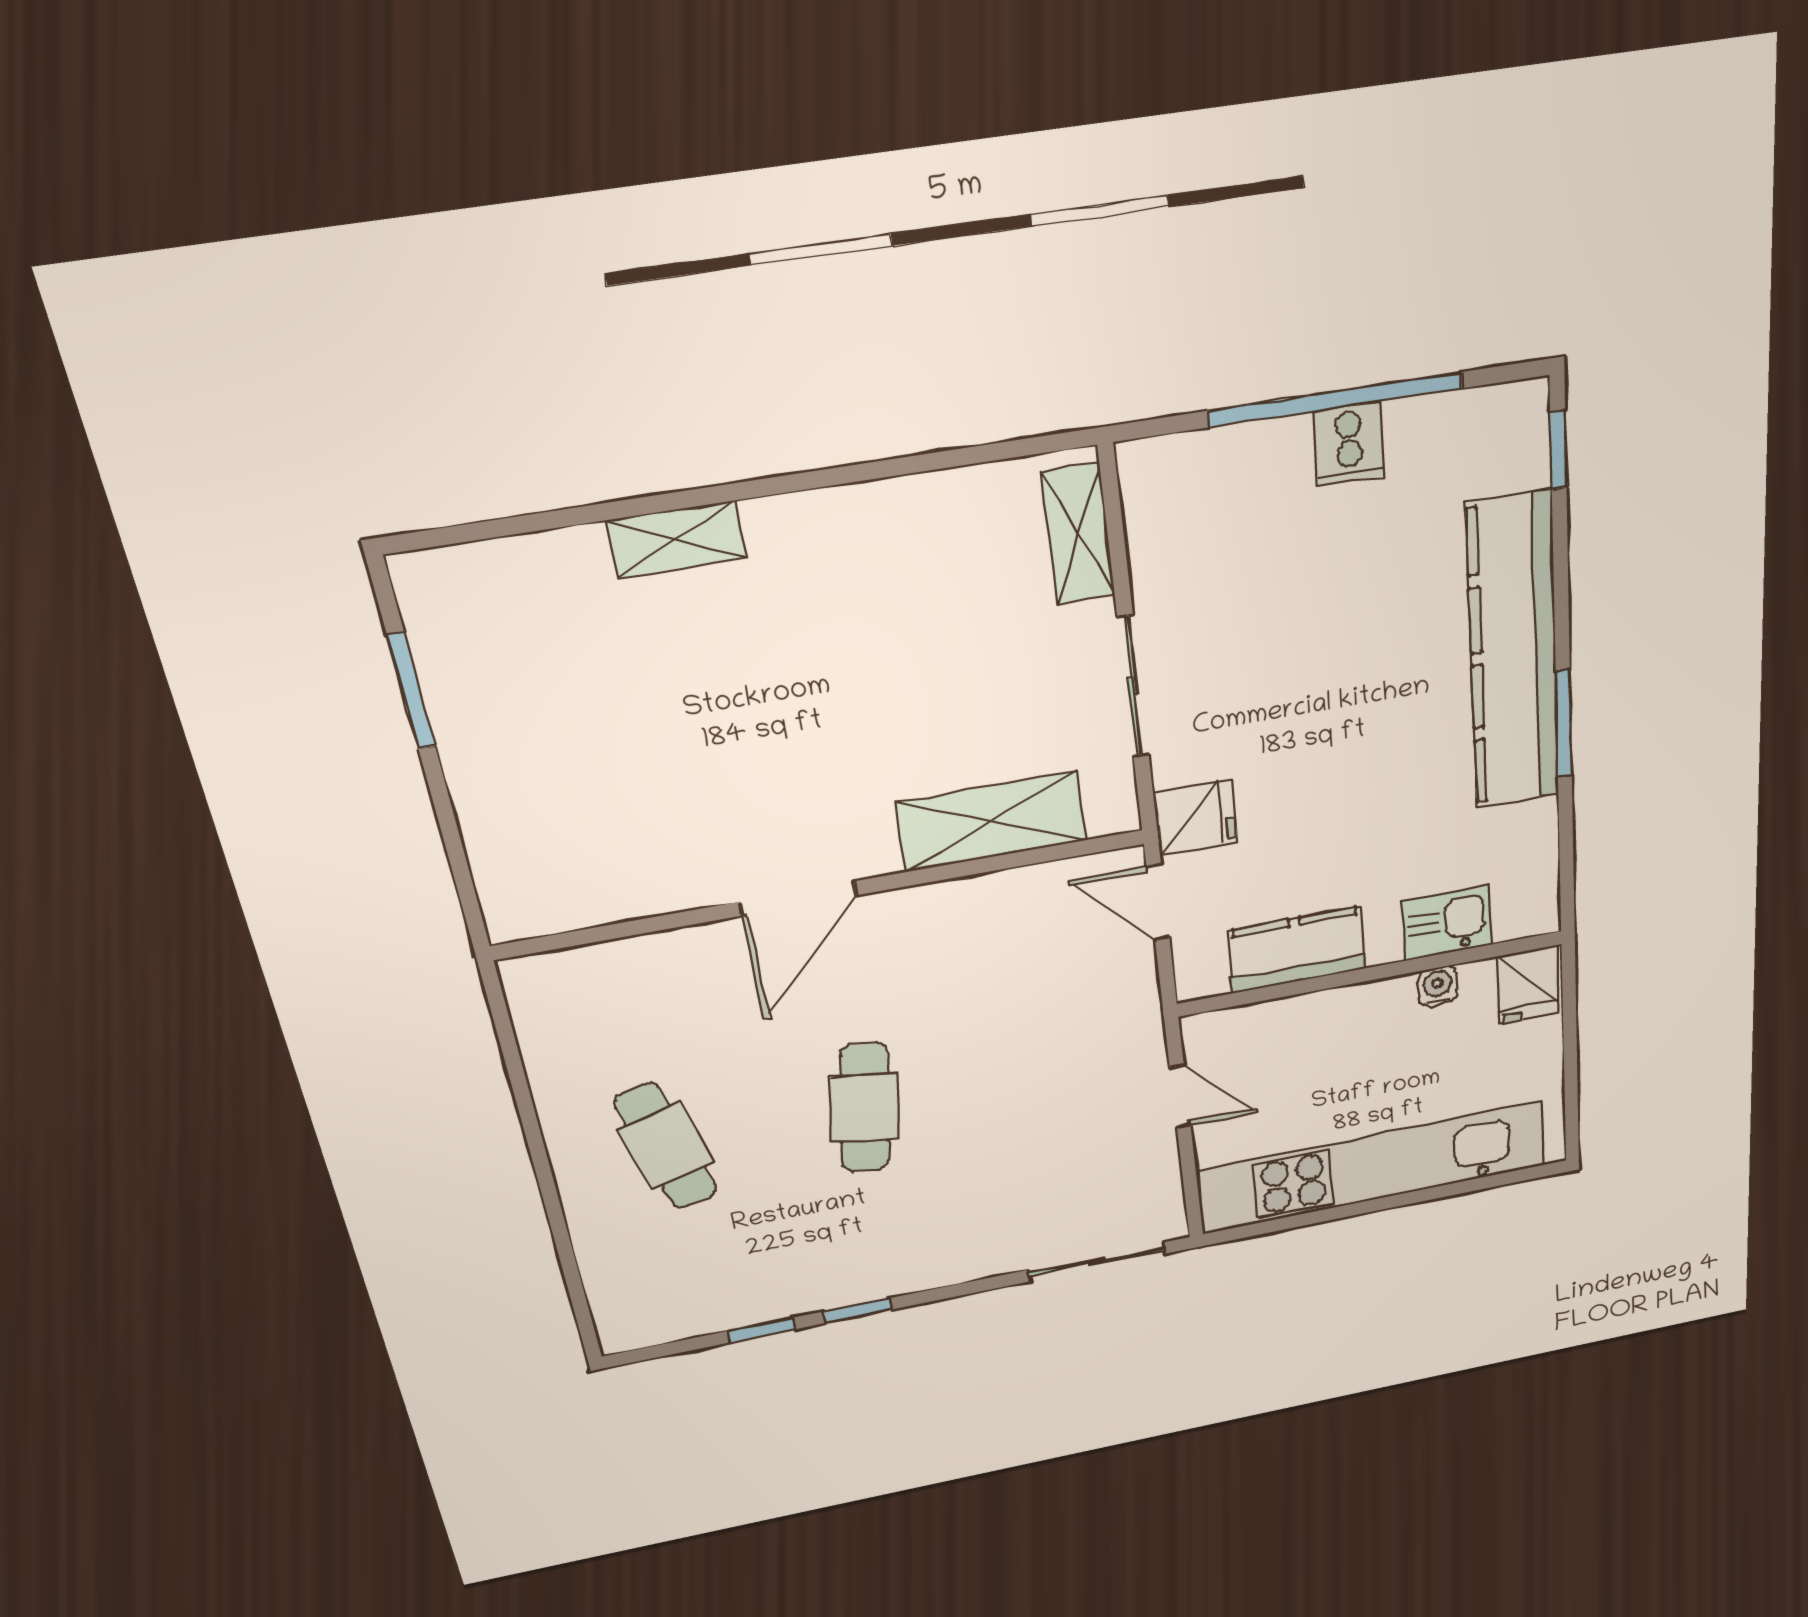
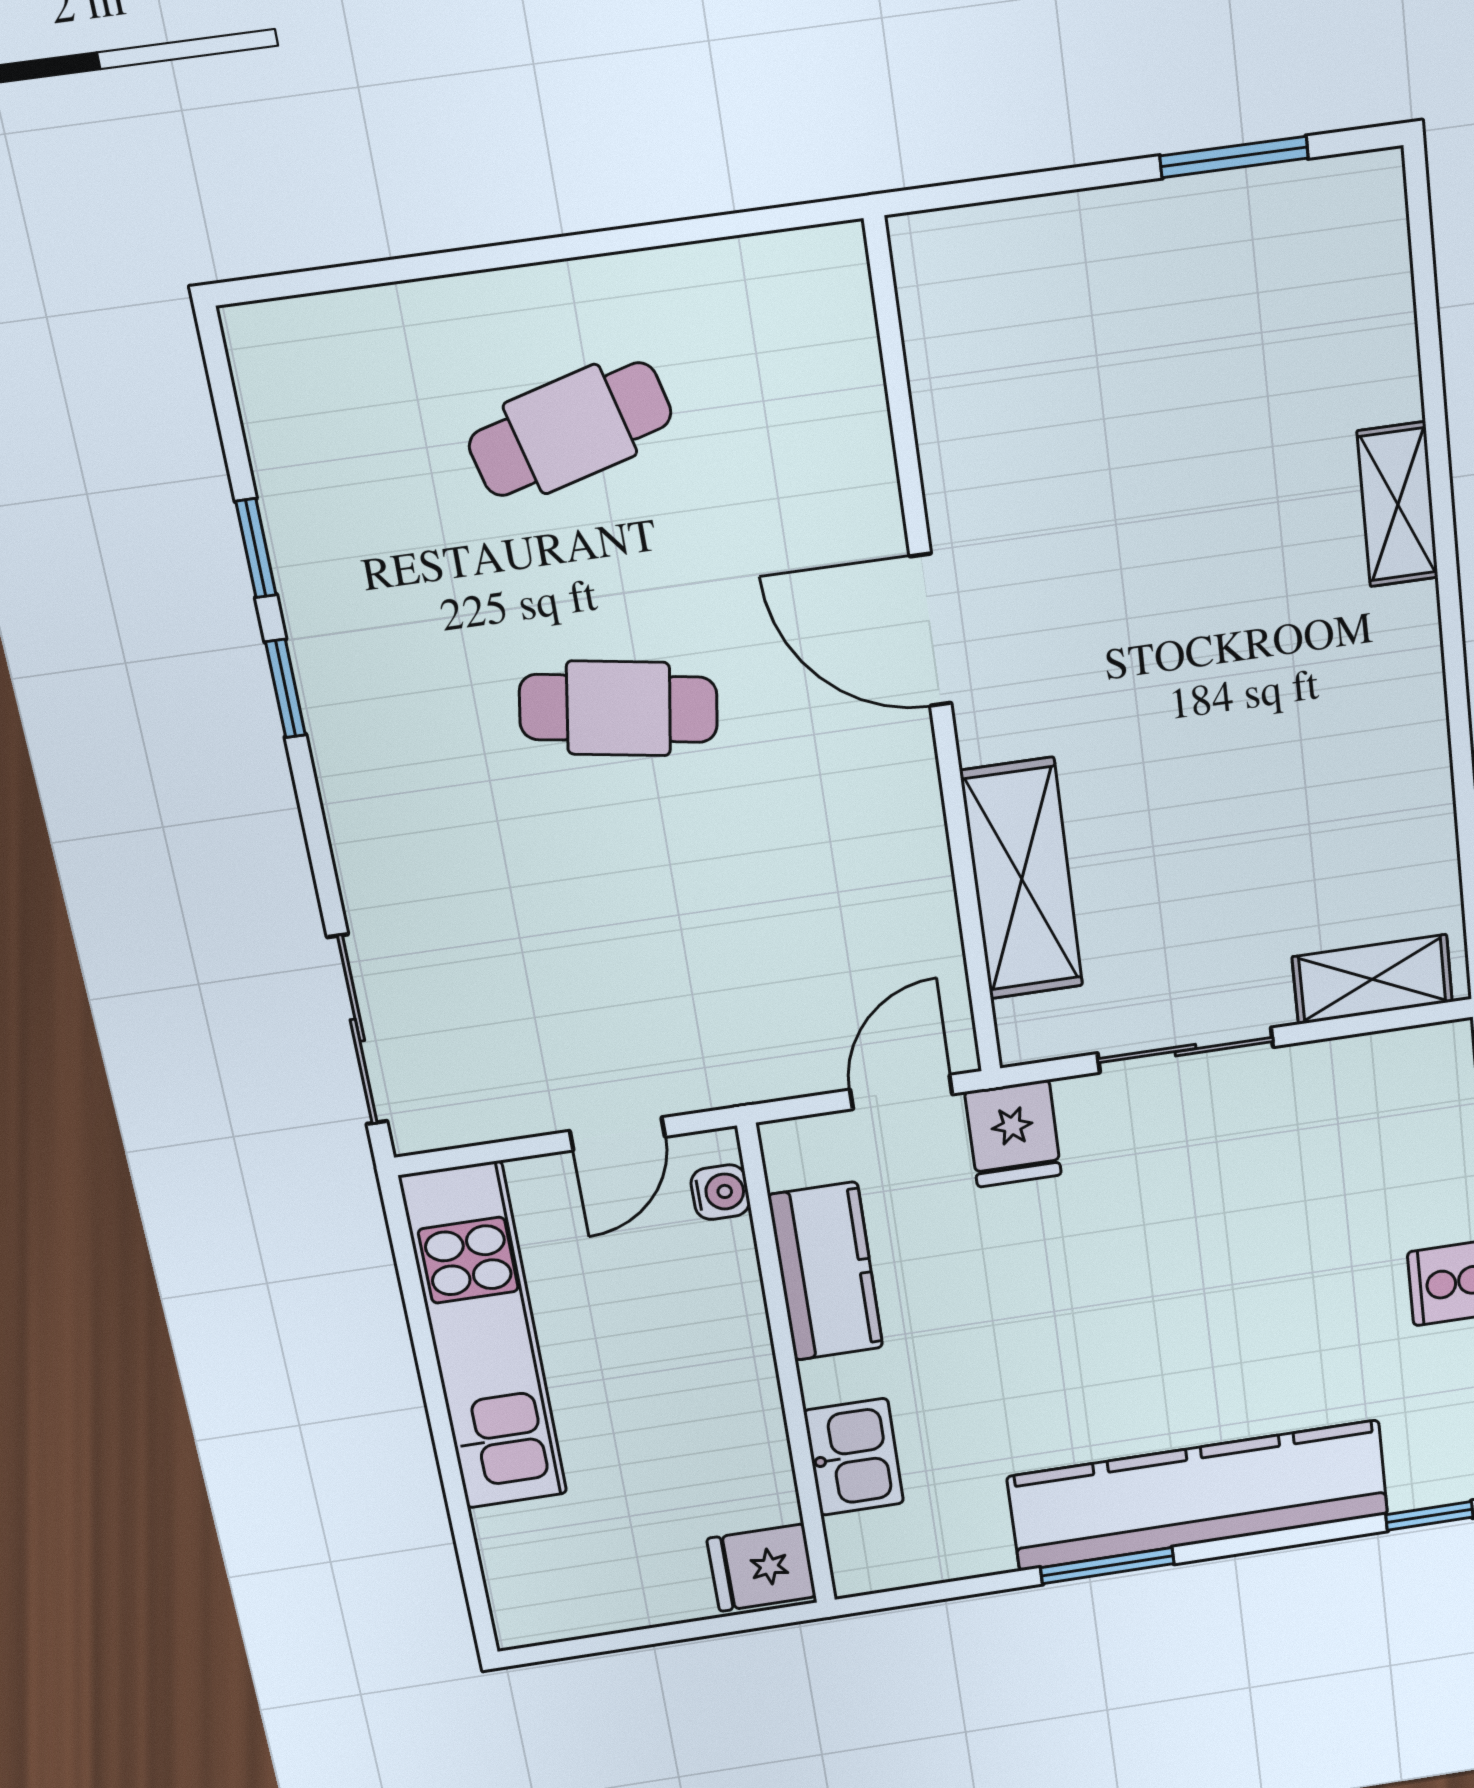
water cooler: (1438, 986) -> (720, 1192), moved
kitchen unit: (1373, 1168) -> (484, 1338), width x0.73

